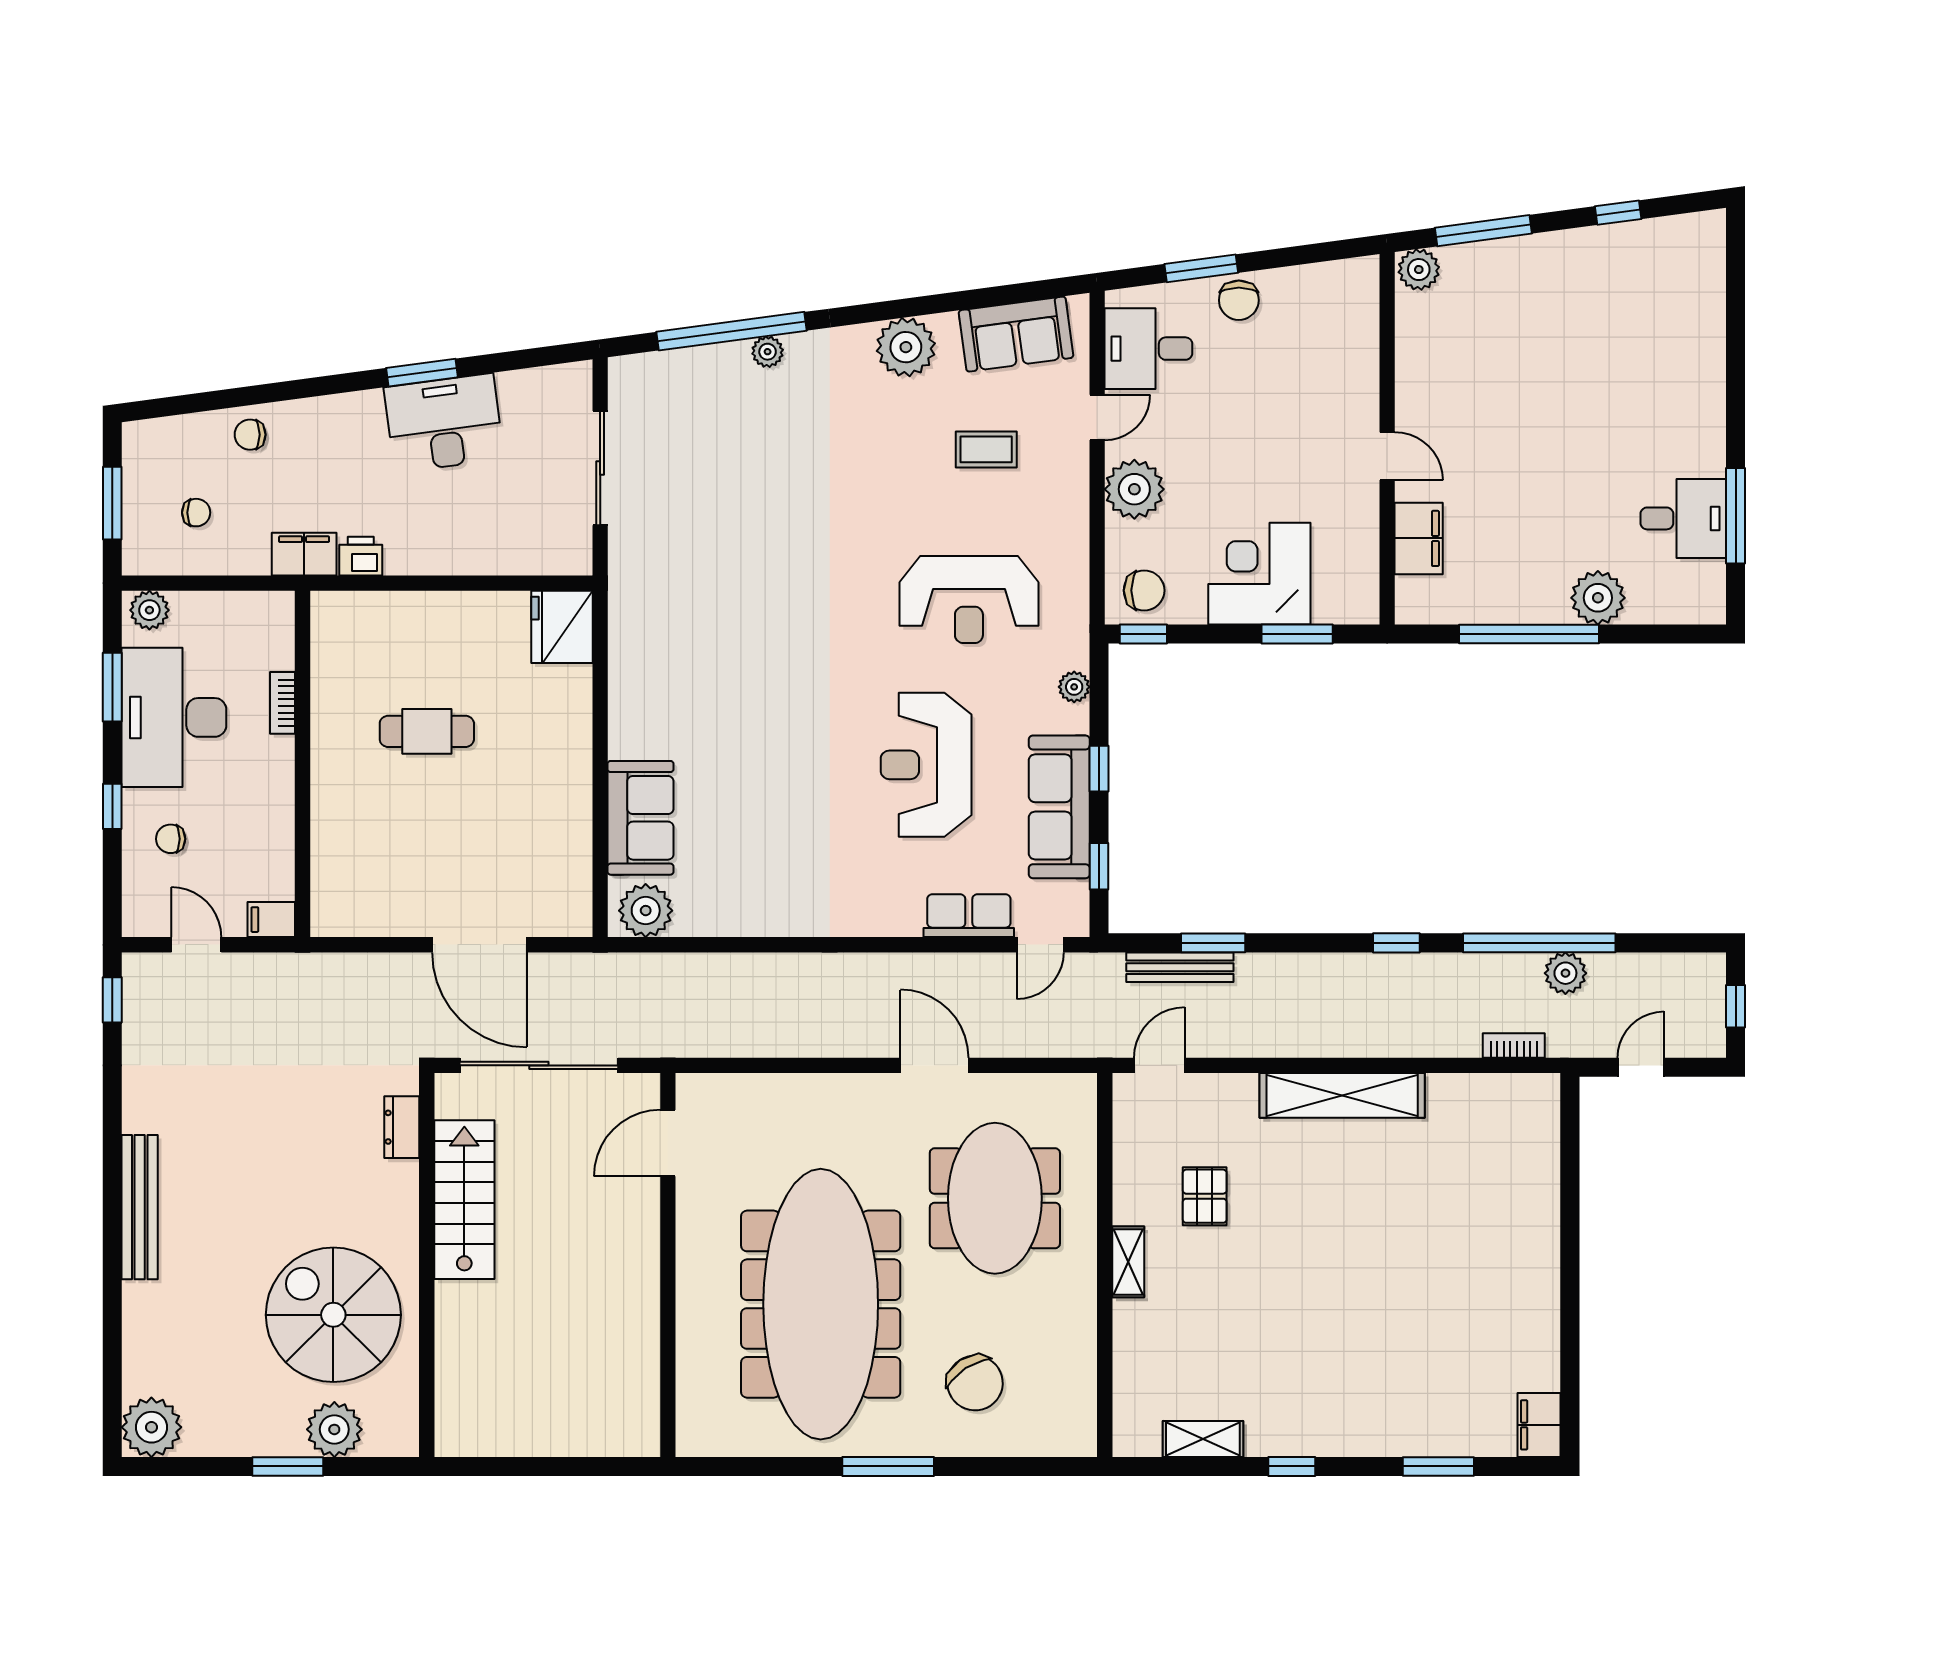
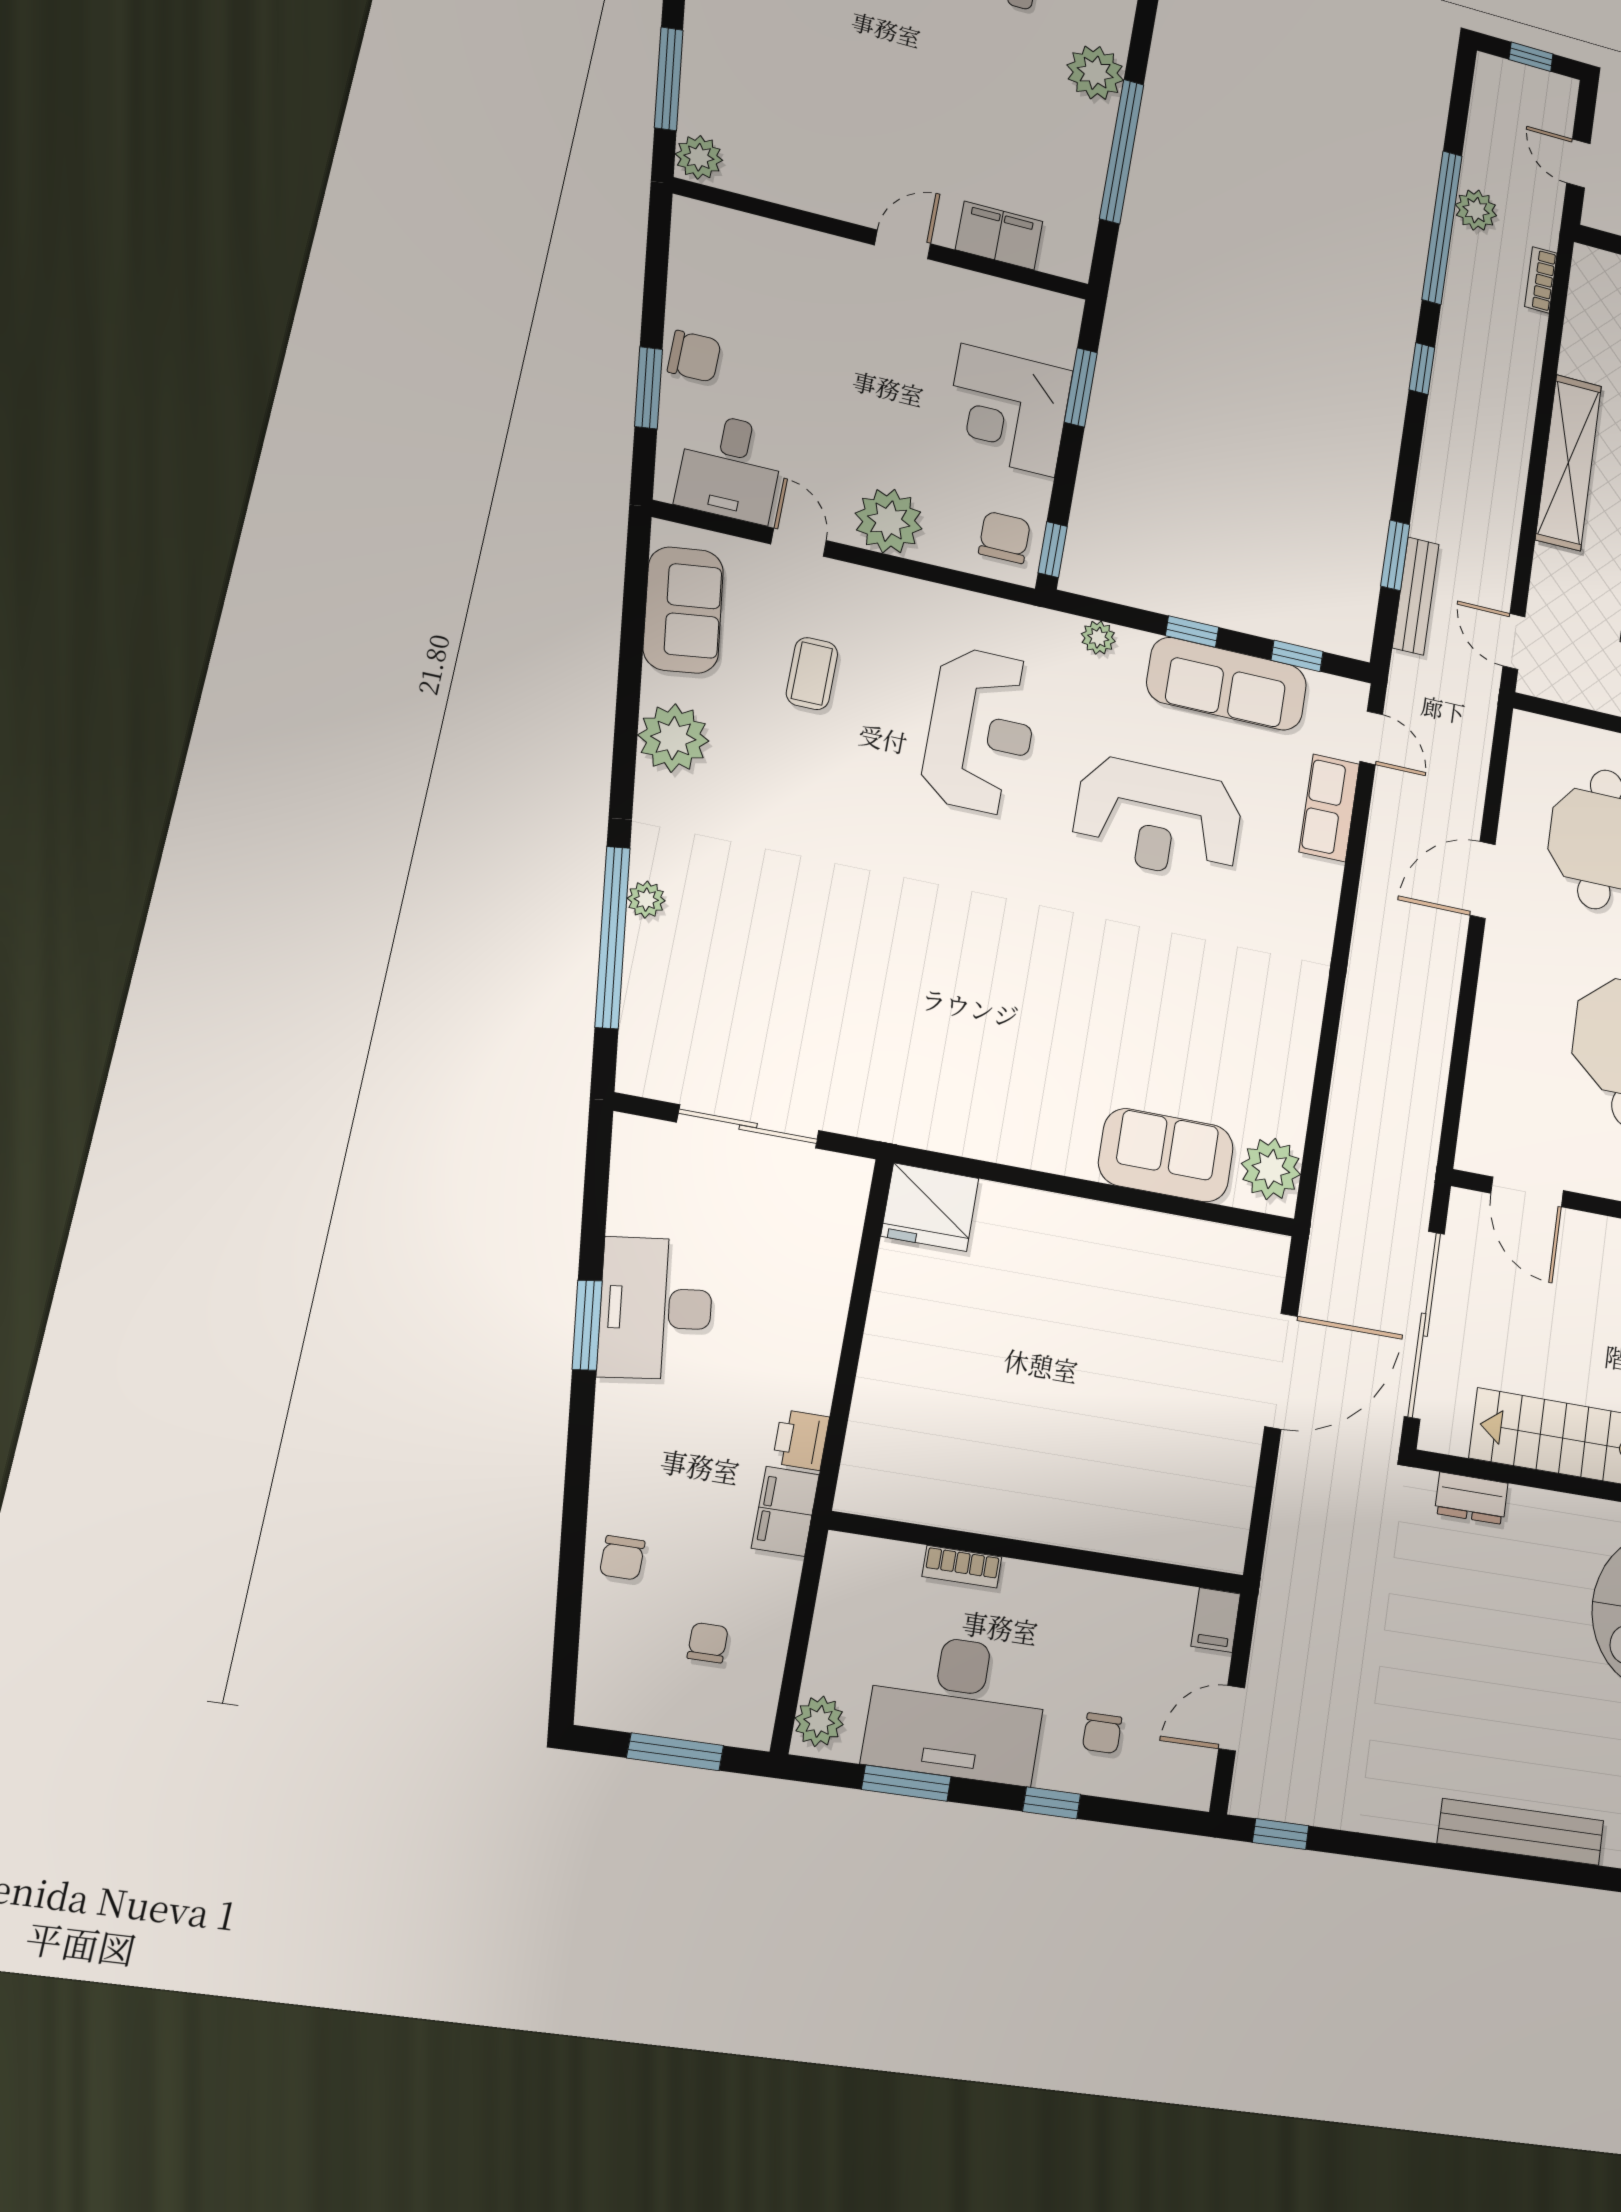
cafe table: (427, 731) -> (1026, 1393), removed

